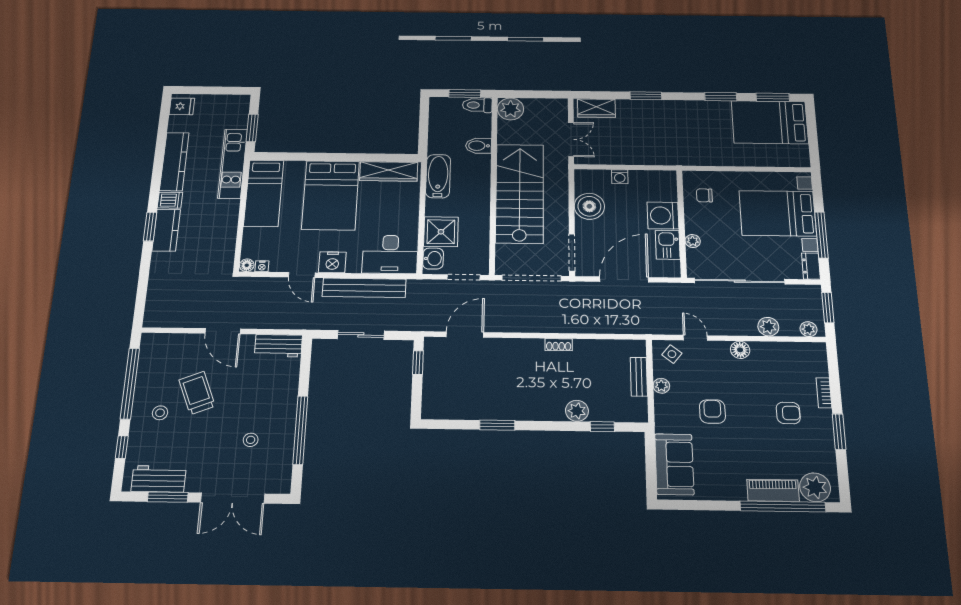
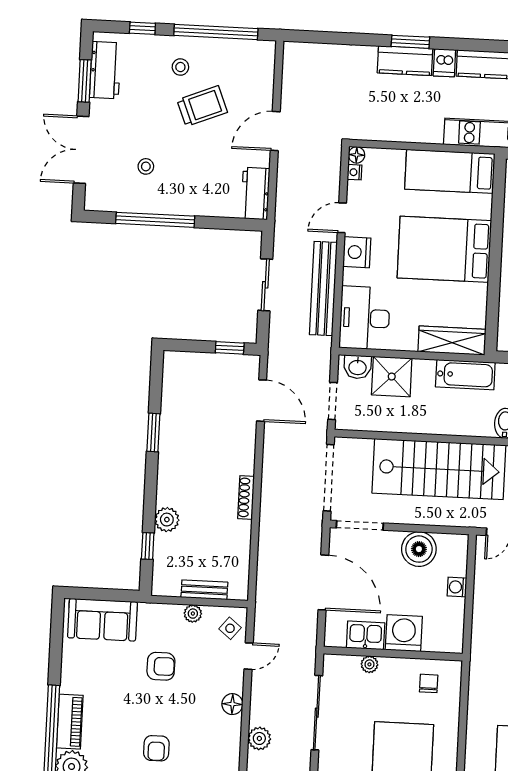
wardrobe: (389, 171) -> (452, 341), moved, turned 90
sliding door: (740, 281) -> (317, 713), width x0.73
shoe rack: (559, 345) -> (246, 497), width x1.43

